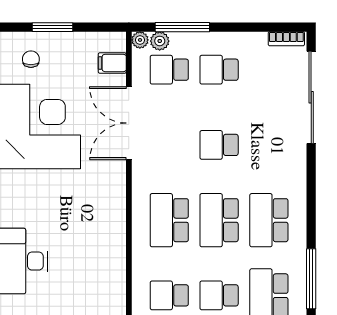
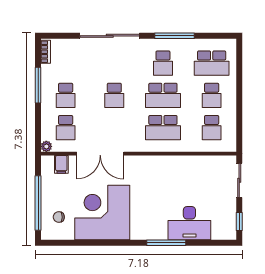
window: (53, 27) -> (38, 203), width x2.11
window: (182, 27) -> (38, 85), moved
plant: (160, 41) -> (47, 134), removed
sliding door: (311, 97) -> (110, 36), moved
school desk: (269, 220) -> (163, 63), width x0.54
window: (311, 279) -> (174, 36), moved

